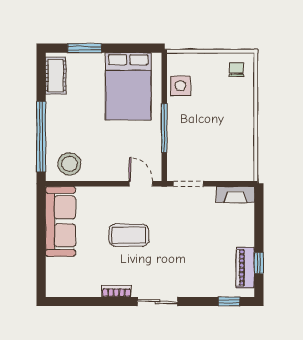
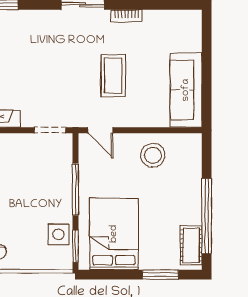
window: (164, 75) -> (76, 246), added
window: (41, 137) -> (207, 216), moved
stool: (69, 164) -> (153, 155), moved
coffee table: (129, 235) -> (113, 76), turned 90

